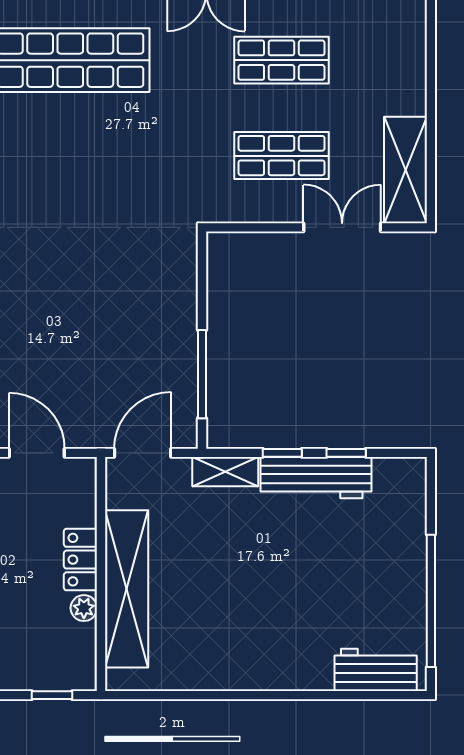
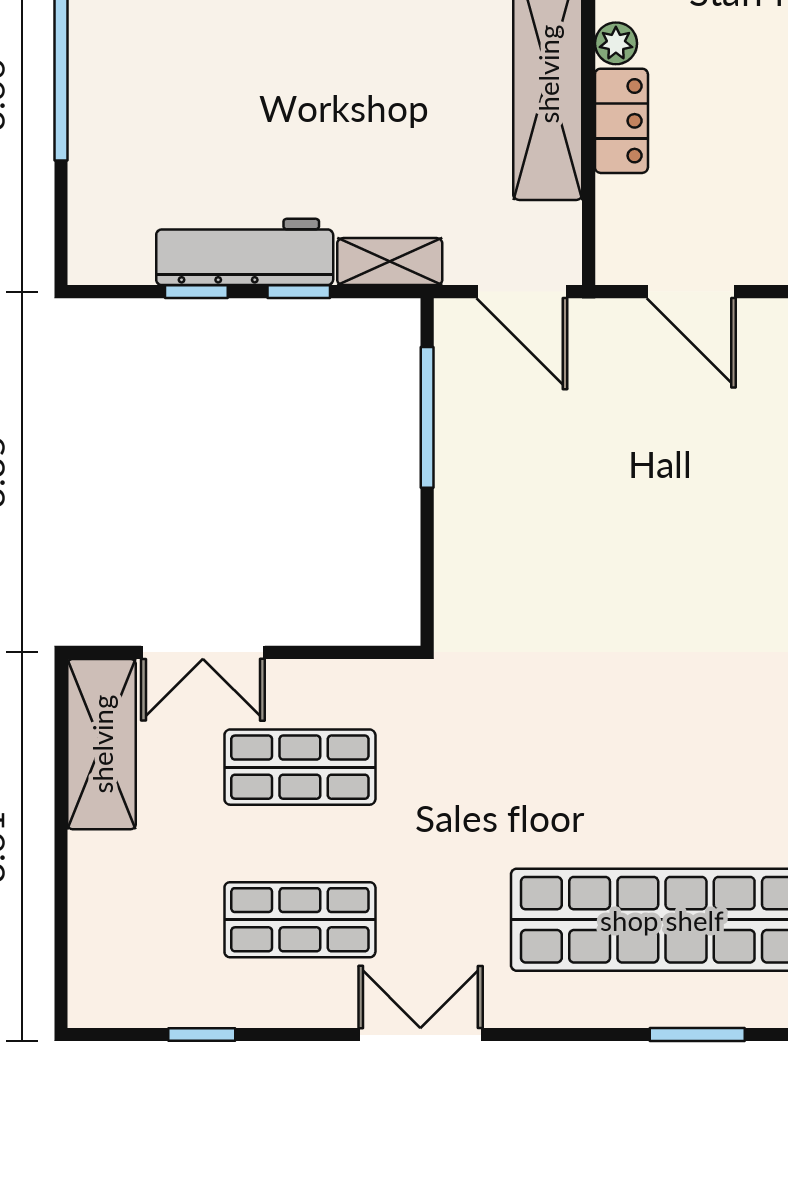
door: (143, 453) -> (522, 292), hinge flipped

